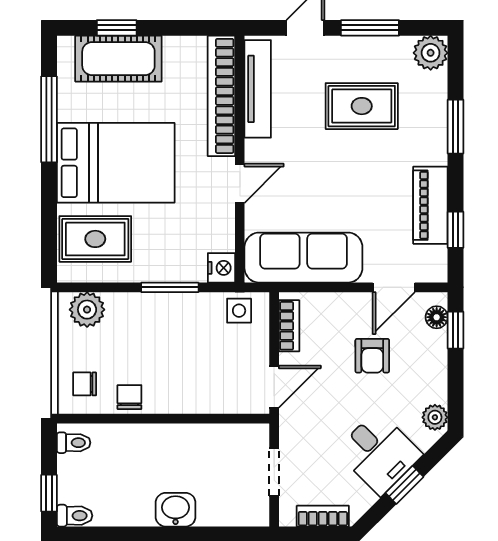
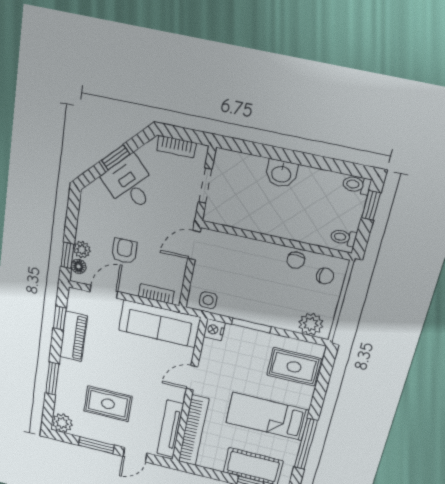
bed: (116, 163) -> (267, 416), width x0.67
bookcase: (289, 326) -> (156, 294), moved, turned 90
plant: (435, 417) -> (82, 250), moved

